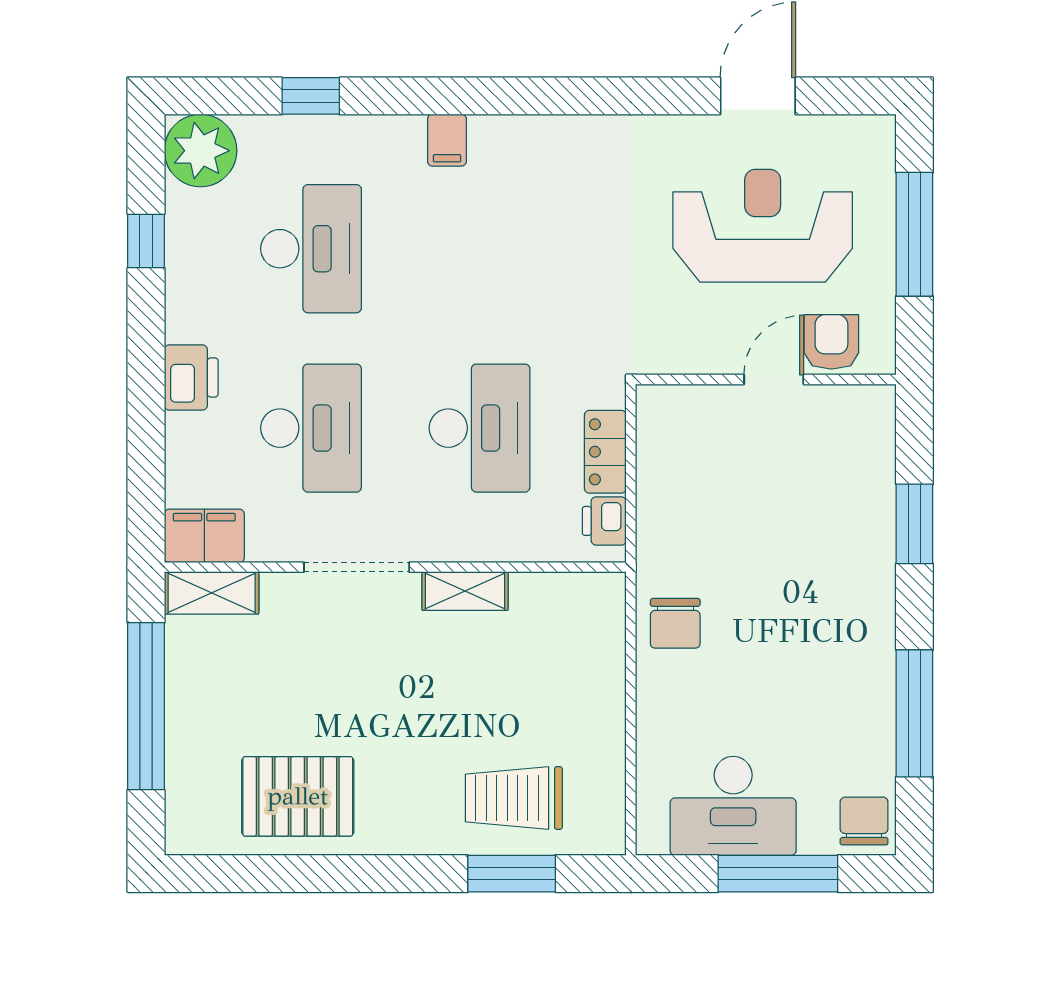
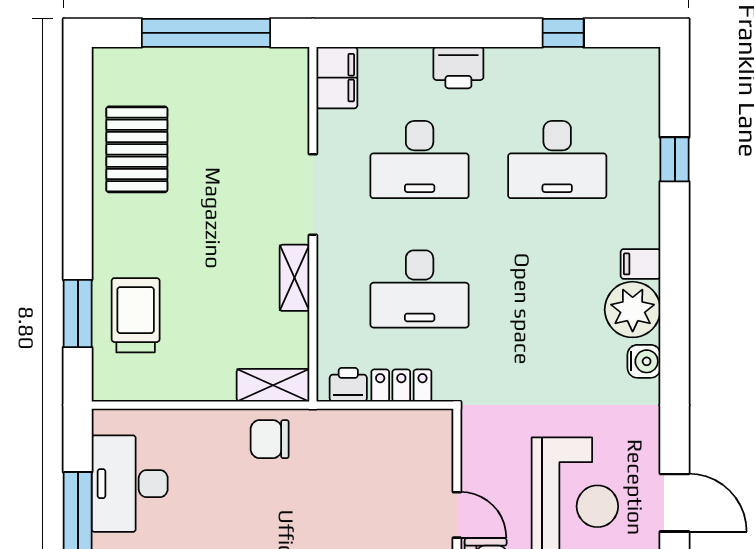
water cooler: (574, 136) -> (644, 361), added
plant: (201, 151) -> (633, 310), moved
shelving: (212, 593) -> (273, 385), moved, turned 90

